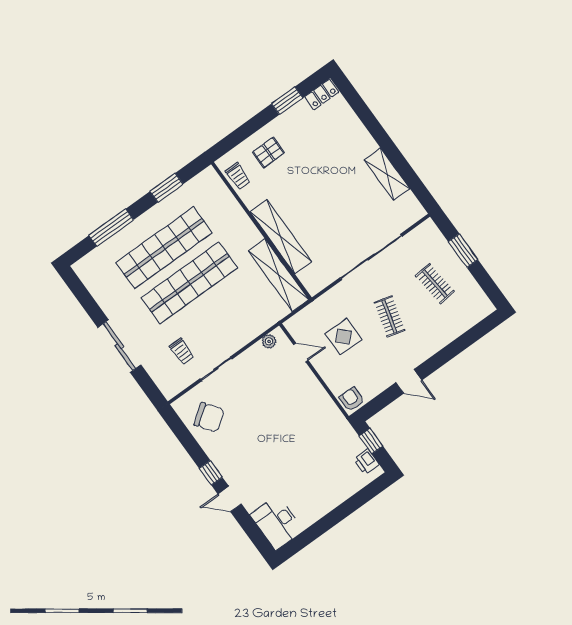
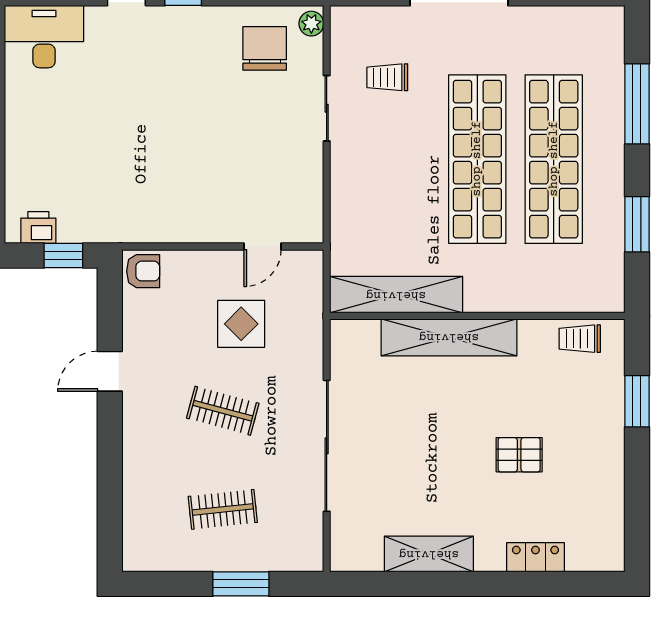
locker: (322, 94) -> (535, 557), moved, turned 90
window: (287, 101) -> (637, 401), moved
pallet: (268, 152) -> (519, 455), moved, turned 90
plant: (269, 341) -> (311, 24), moved
chair: (209, 417) -> (265, 48), turned 126

